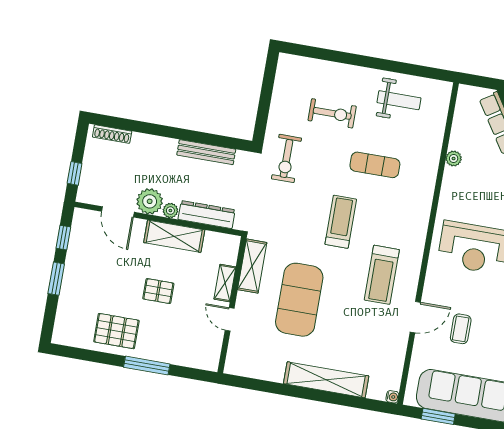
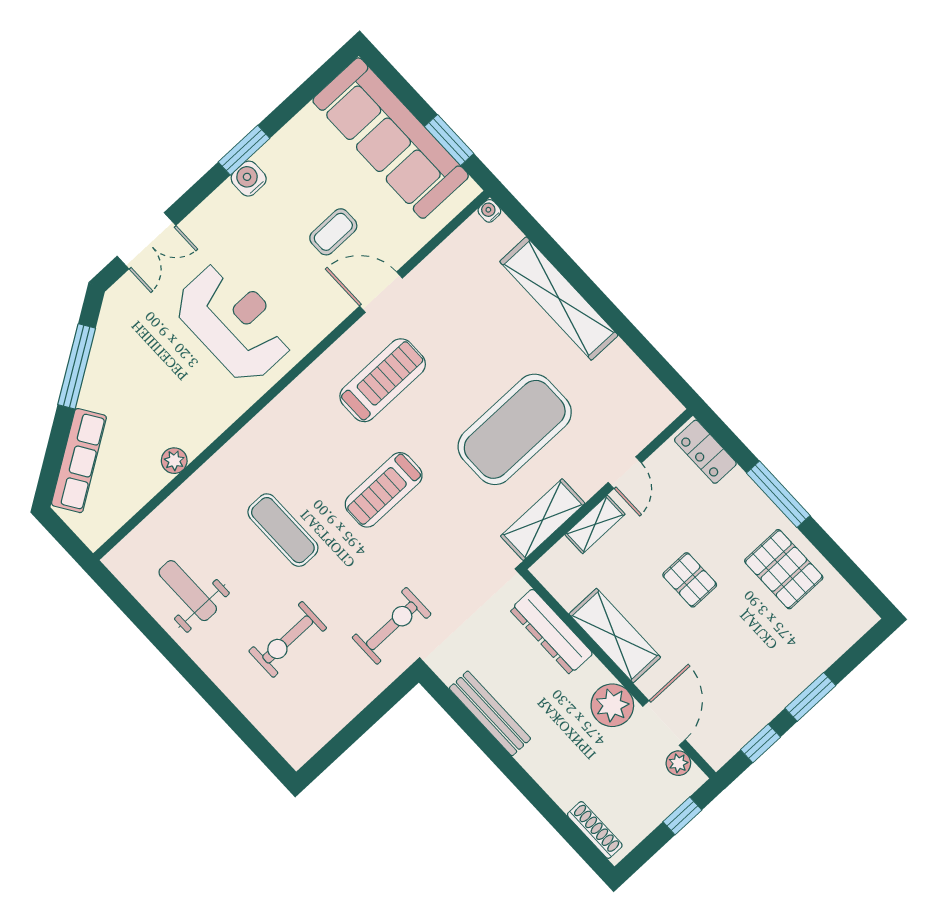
exercise bike: (332, 113) -> (288, 639), turned -90
plant: (170, 211) -> (678, 763), moved
locker: (198, 359) -> (705, 452), added

